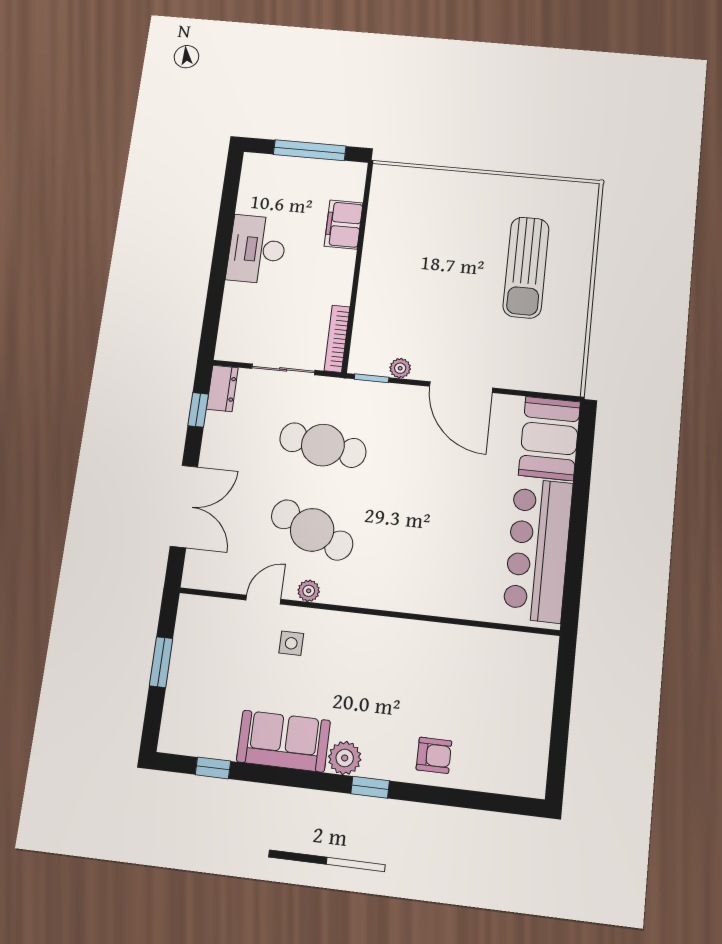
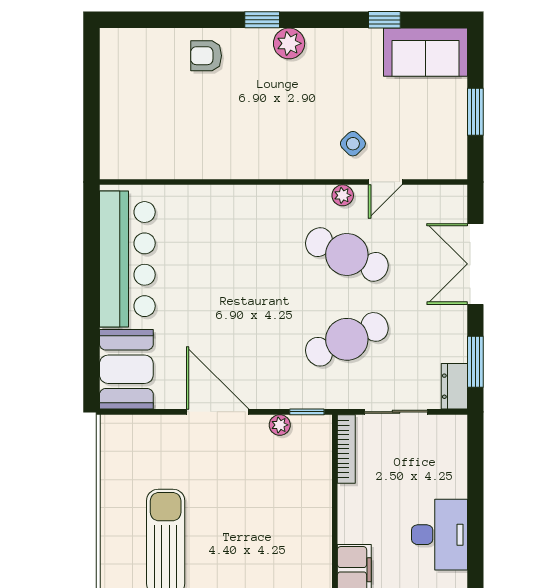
window: (198, 410) -> (475, 362), width x1.50
cafe table: (323, 445) -> (347, 339), turned -33
side table: (291, 643) -> (353, 144), turned 45
sofa: (283, 741) -> (425, 52), moved
window: (213, 768) -> (384, 20), moved

